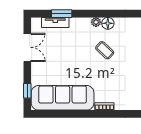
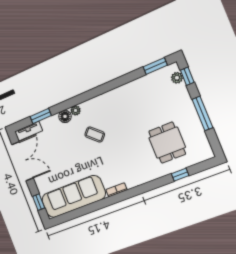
tv unit: (55, 22) -> (29, 131), moved
floor lamp: (108, 23) -> (65, 116), moved
double door: (27, 47) -> (23, 161), width x1.37

